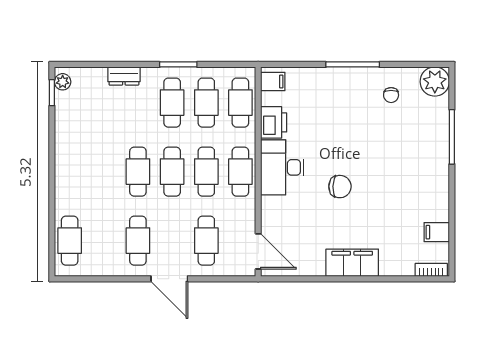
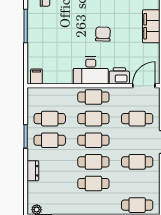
cafe table: (240, 103) -> (93, 183), moved
printer: (274, 122) -> (119, 76), moved

